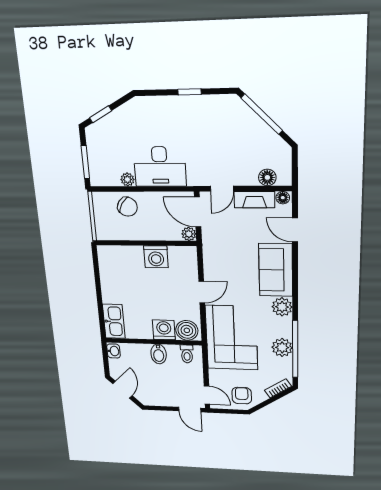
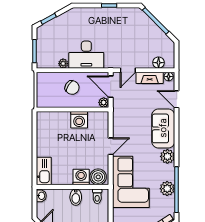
chair: (127, 207) -> (72, 88), moved

